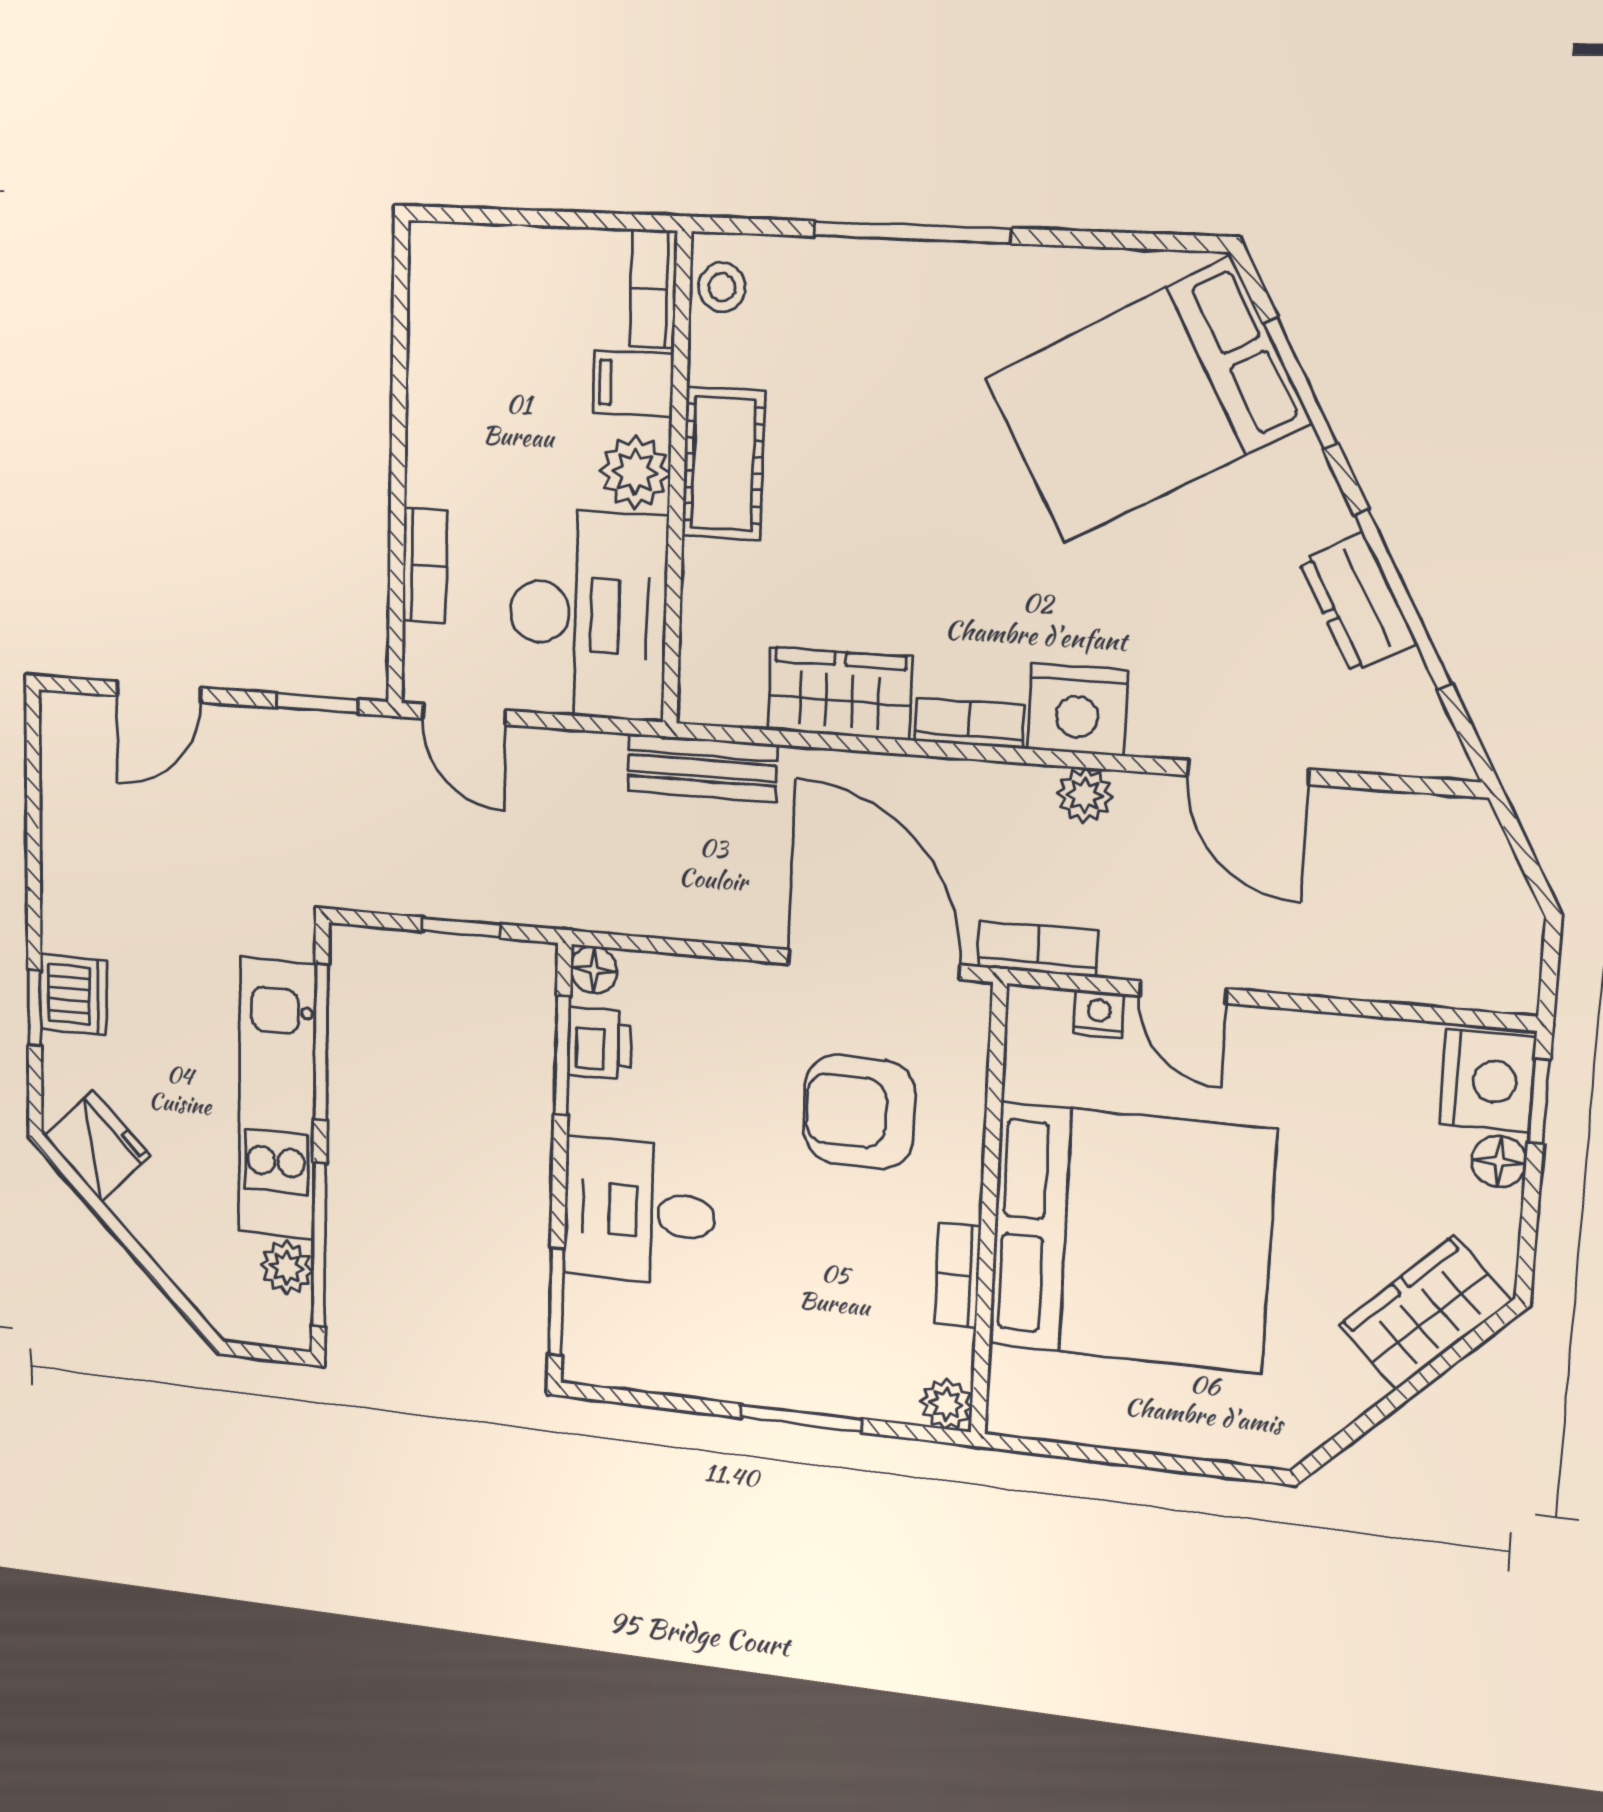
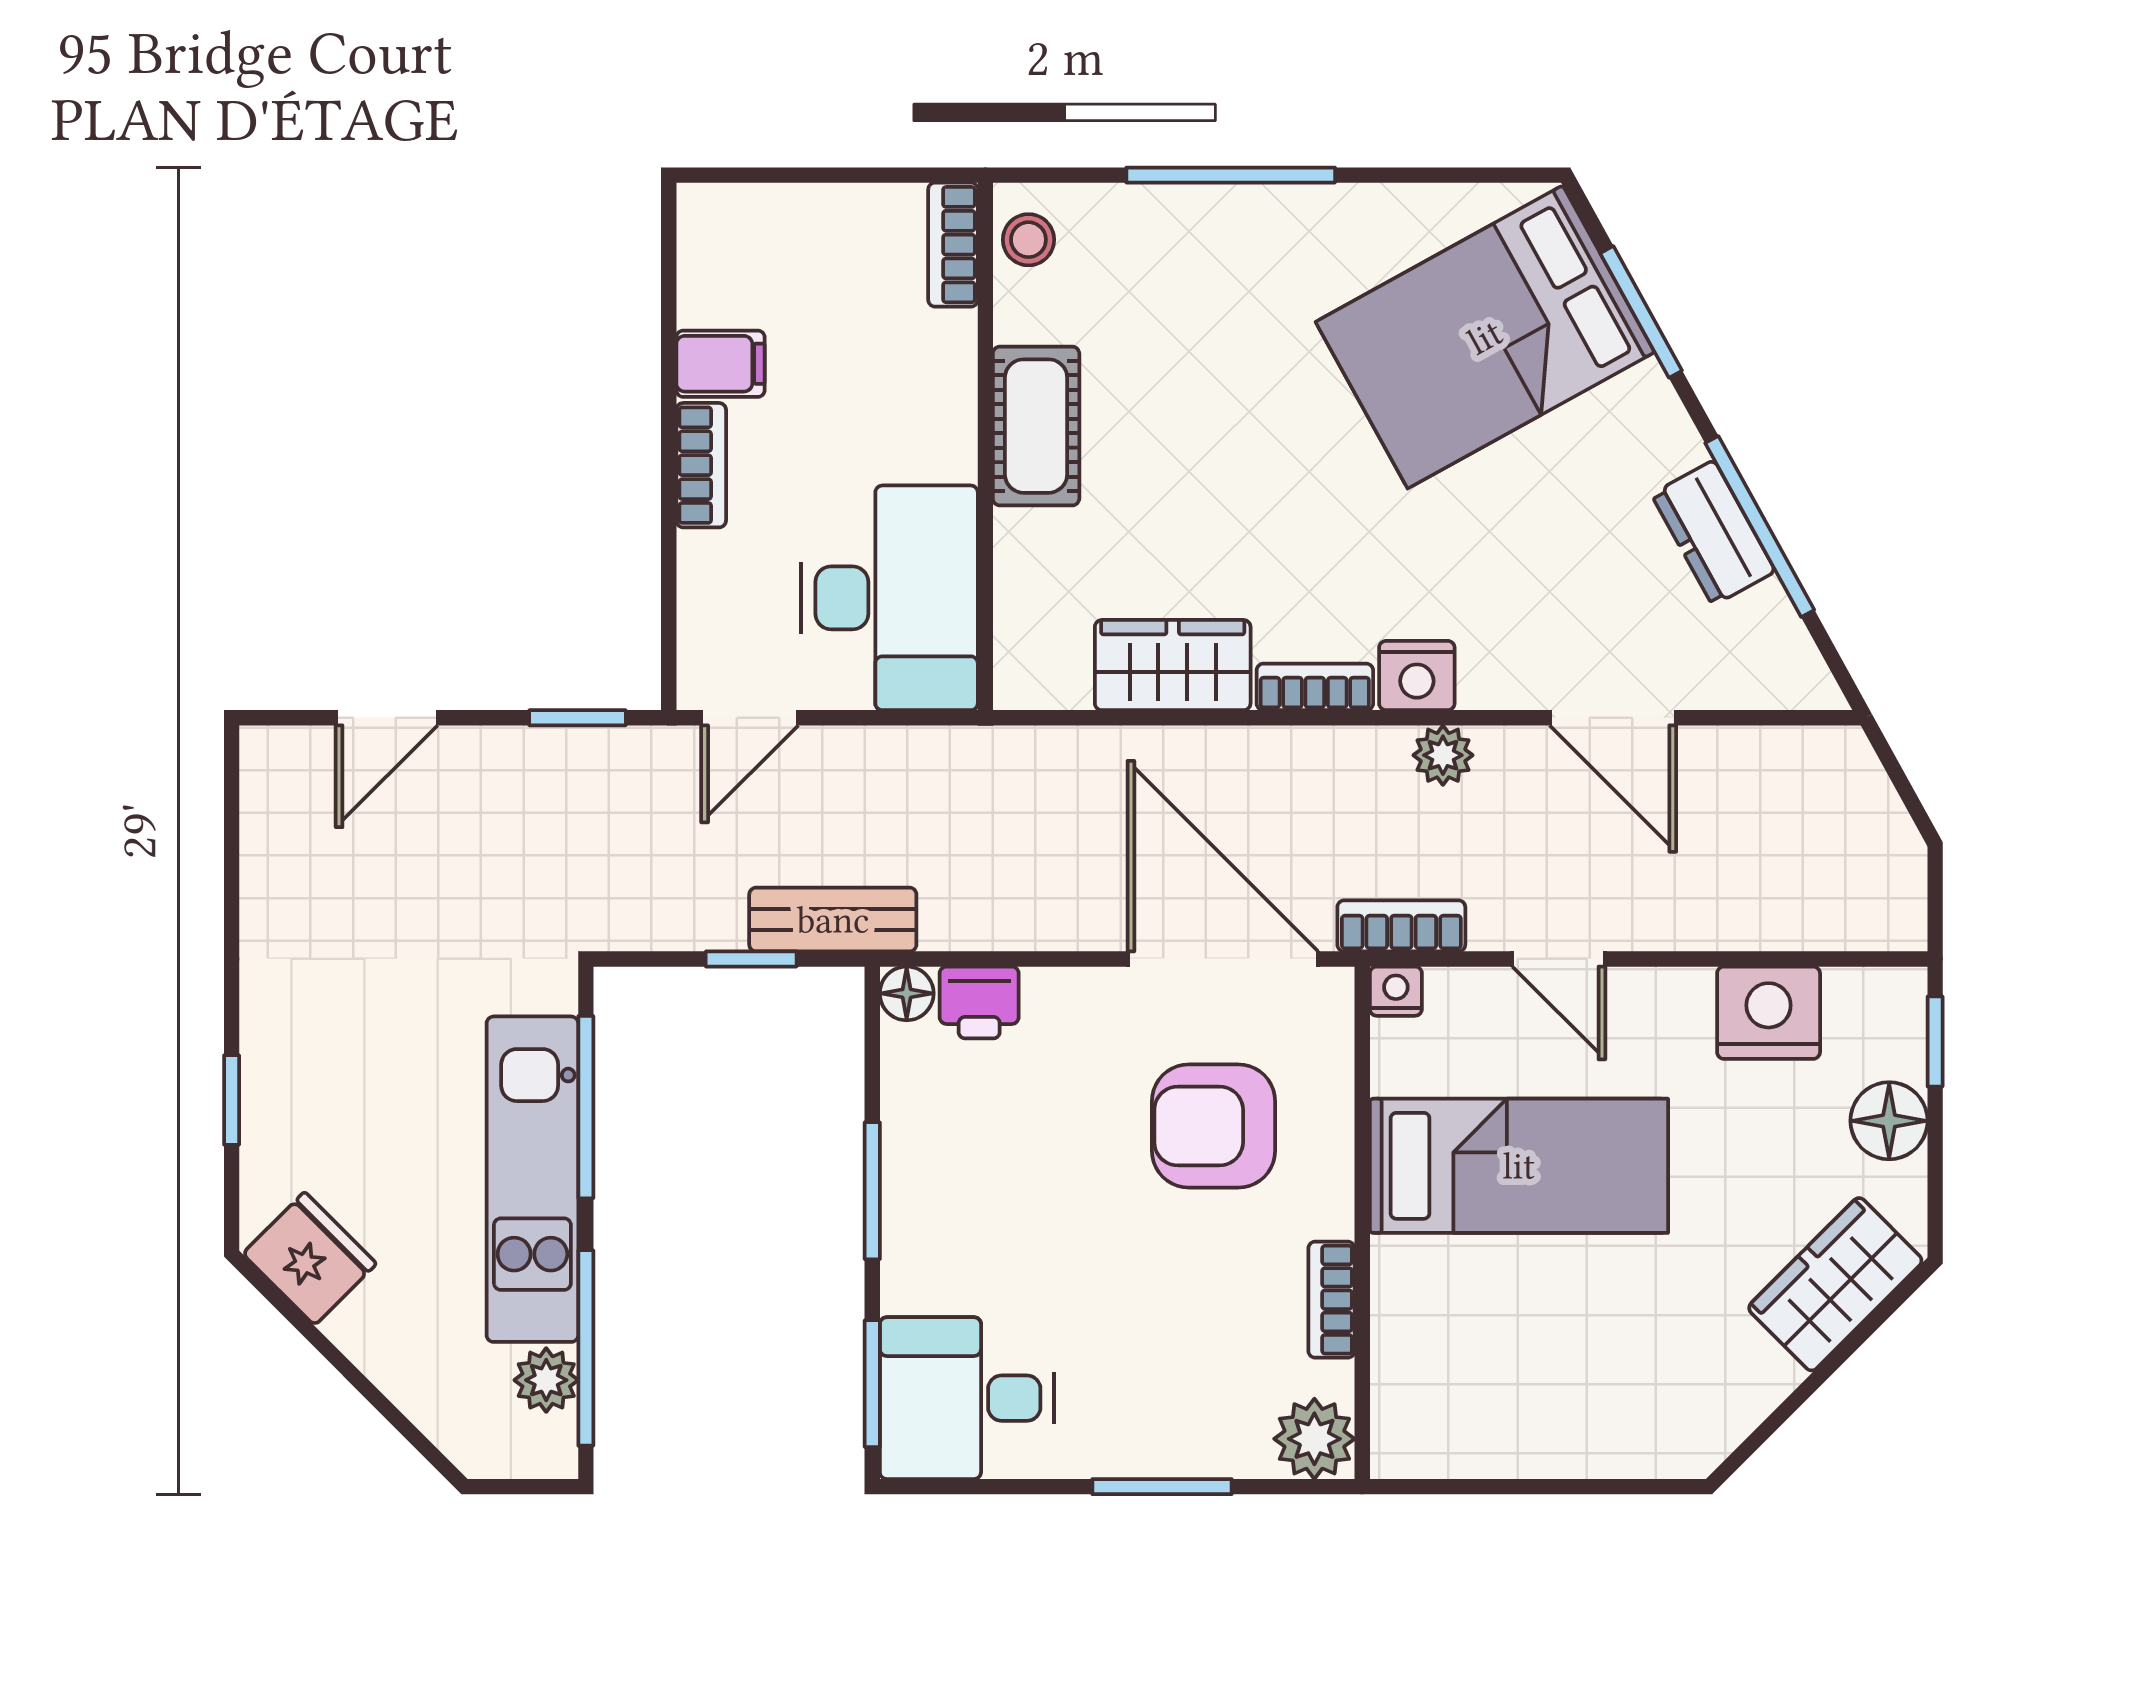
filing cabinet: (633, 384) -> (721, 364), moved, turned 180
plant: (635, 472) -> (938, 440), removed
bookcase: (425, 566) -> (701, 465), moved
nightstand: (1078, 710) -> (1417, 676), width x0.74, depth x0.75
door: (464, 714) -> (750, 718), hinge flipped
bench: (702, 768) -> (833, 920), moved
dishwasher: (74, 995) -> (281, 1080), removed
nightstand: (1099, 1014) -> (1396, 991), moved
printer: (600, 1044) -> (979, 1002), moved, turned 90
window: (562, 1056) -> (872, 1191), moved
nightstand: (1488, 1081) -> (1769, 1013), moved, turned -90
floor lamp: (1499, 1161) -> (1889, 1121), width x1.37, depth x1.37
desk: (639, 1212) -> (967, 1398), moved
bed: (1131, 1238) -> (1519, 1166), width x0.49
plant: (946, 1404) -> (1314, 1439), width x1.38, depth x1.38

